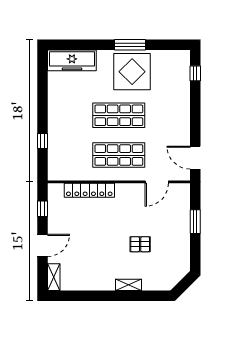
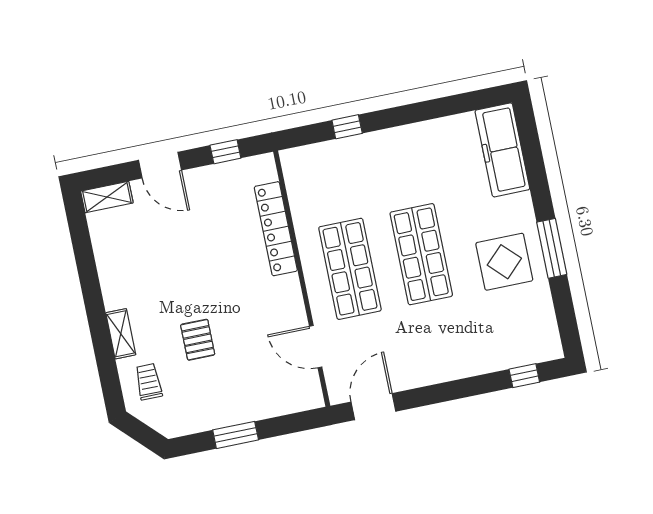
display table: (132, 72) -> (504, 262), width x0.73, depth x0.73
window: (195, 222) -> (236, 435), moved
trolley: (157, 275) -> (149, 382), added

